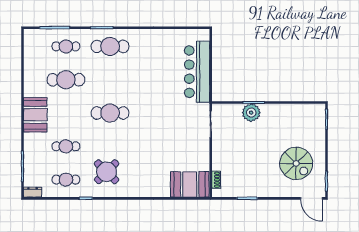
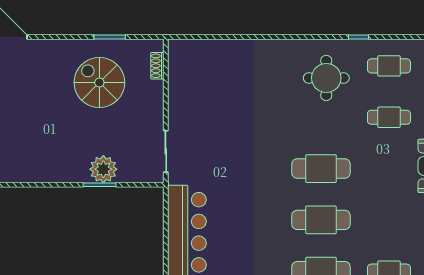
cafe table: (66, 80) -> (321, 220), moved
spiral stairs: (296, 163) -> (99, 82), moved
round table: (107, 172) -> (326, 78), turned 45
booth: (190, 184) -> (198, 59), removed

